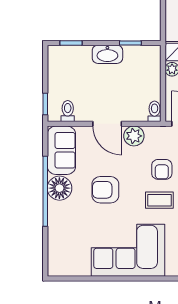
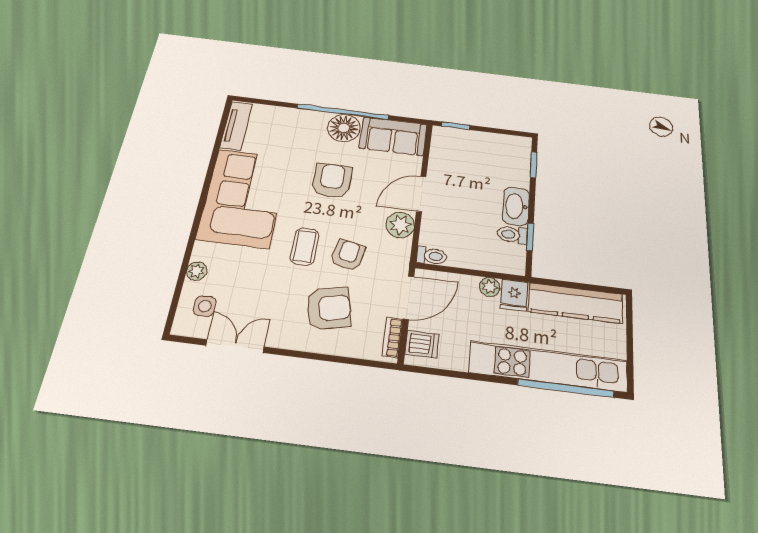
toilet: (68, 111) -> (512, 235), moved, turned 180
armchair: (162, 169) -> (348, 255), turned 102
tv unit: (69, 269) -> (236, 126), added

